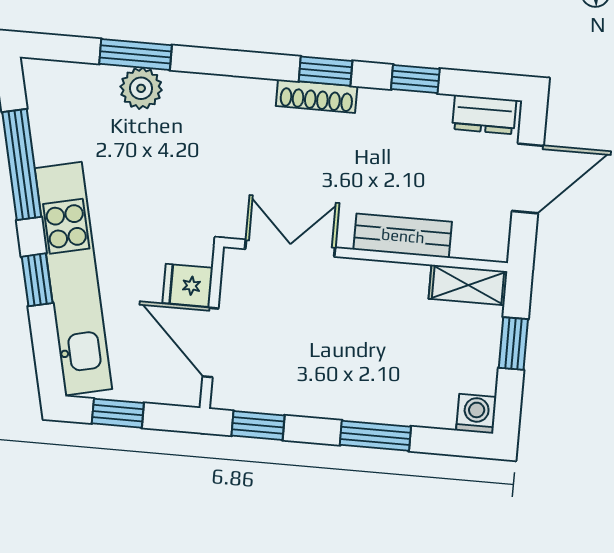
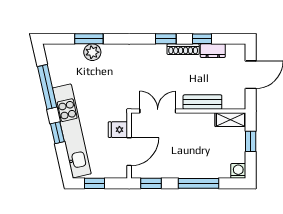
shoe rack: (317, 96) -> (183, 49), moved
dresser: (484, 115) -> (213, 51), moved
door: (211, 342) -> (129, 152), swing flipped
window: (375, 436) -> (199, 183), width x1.44

